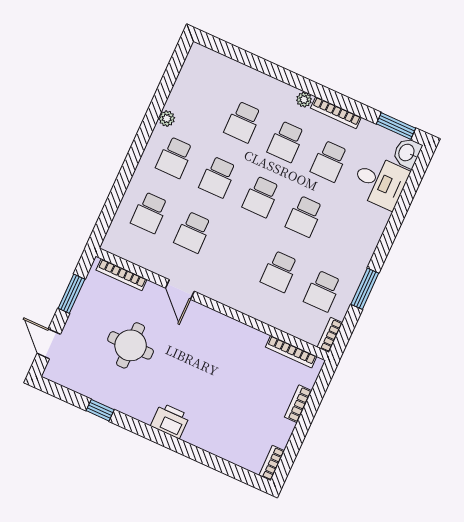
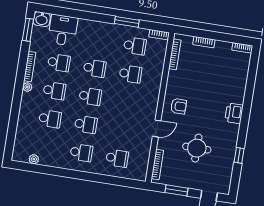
plant: (167, 119) -> (34, 159), moved
school desk: (193, 232) -> (122, 130), removed
armchair: (206, 335) -> (179, 106), added

